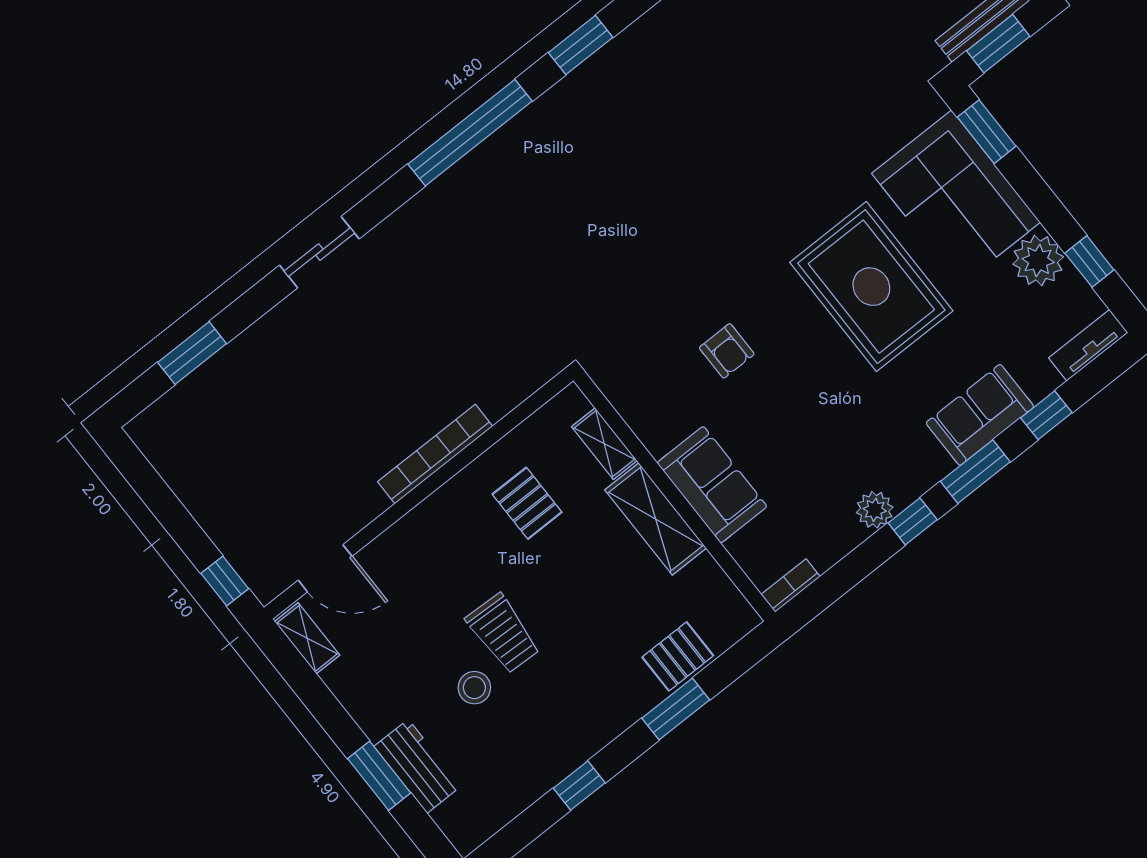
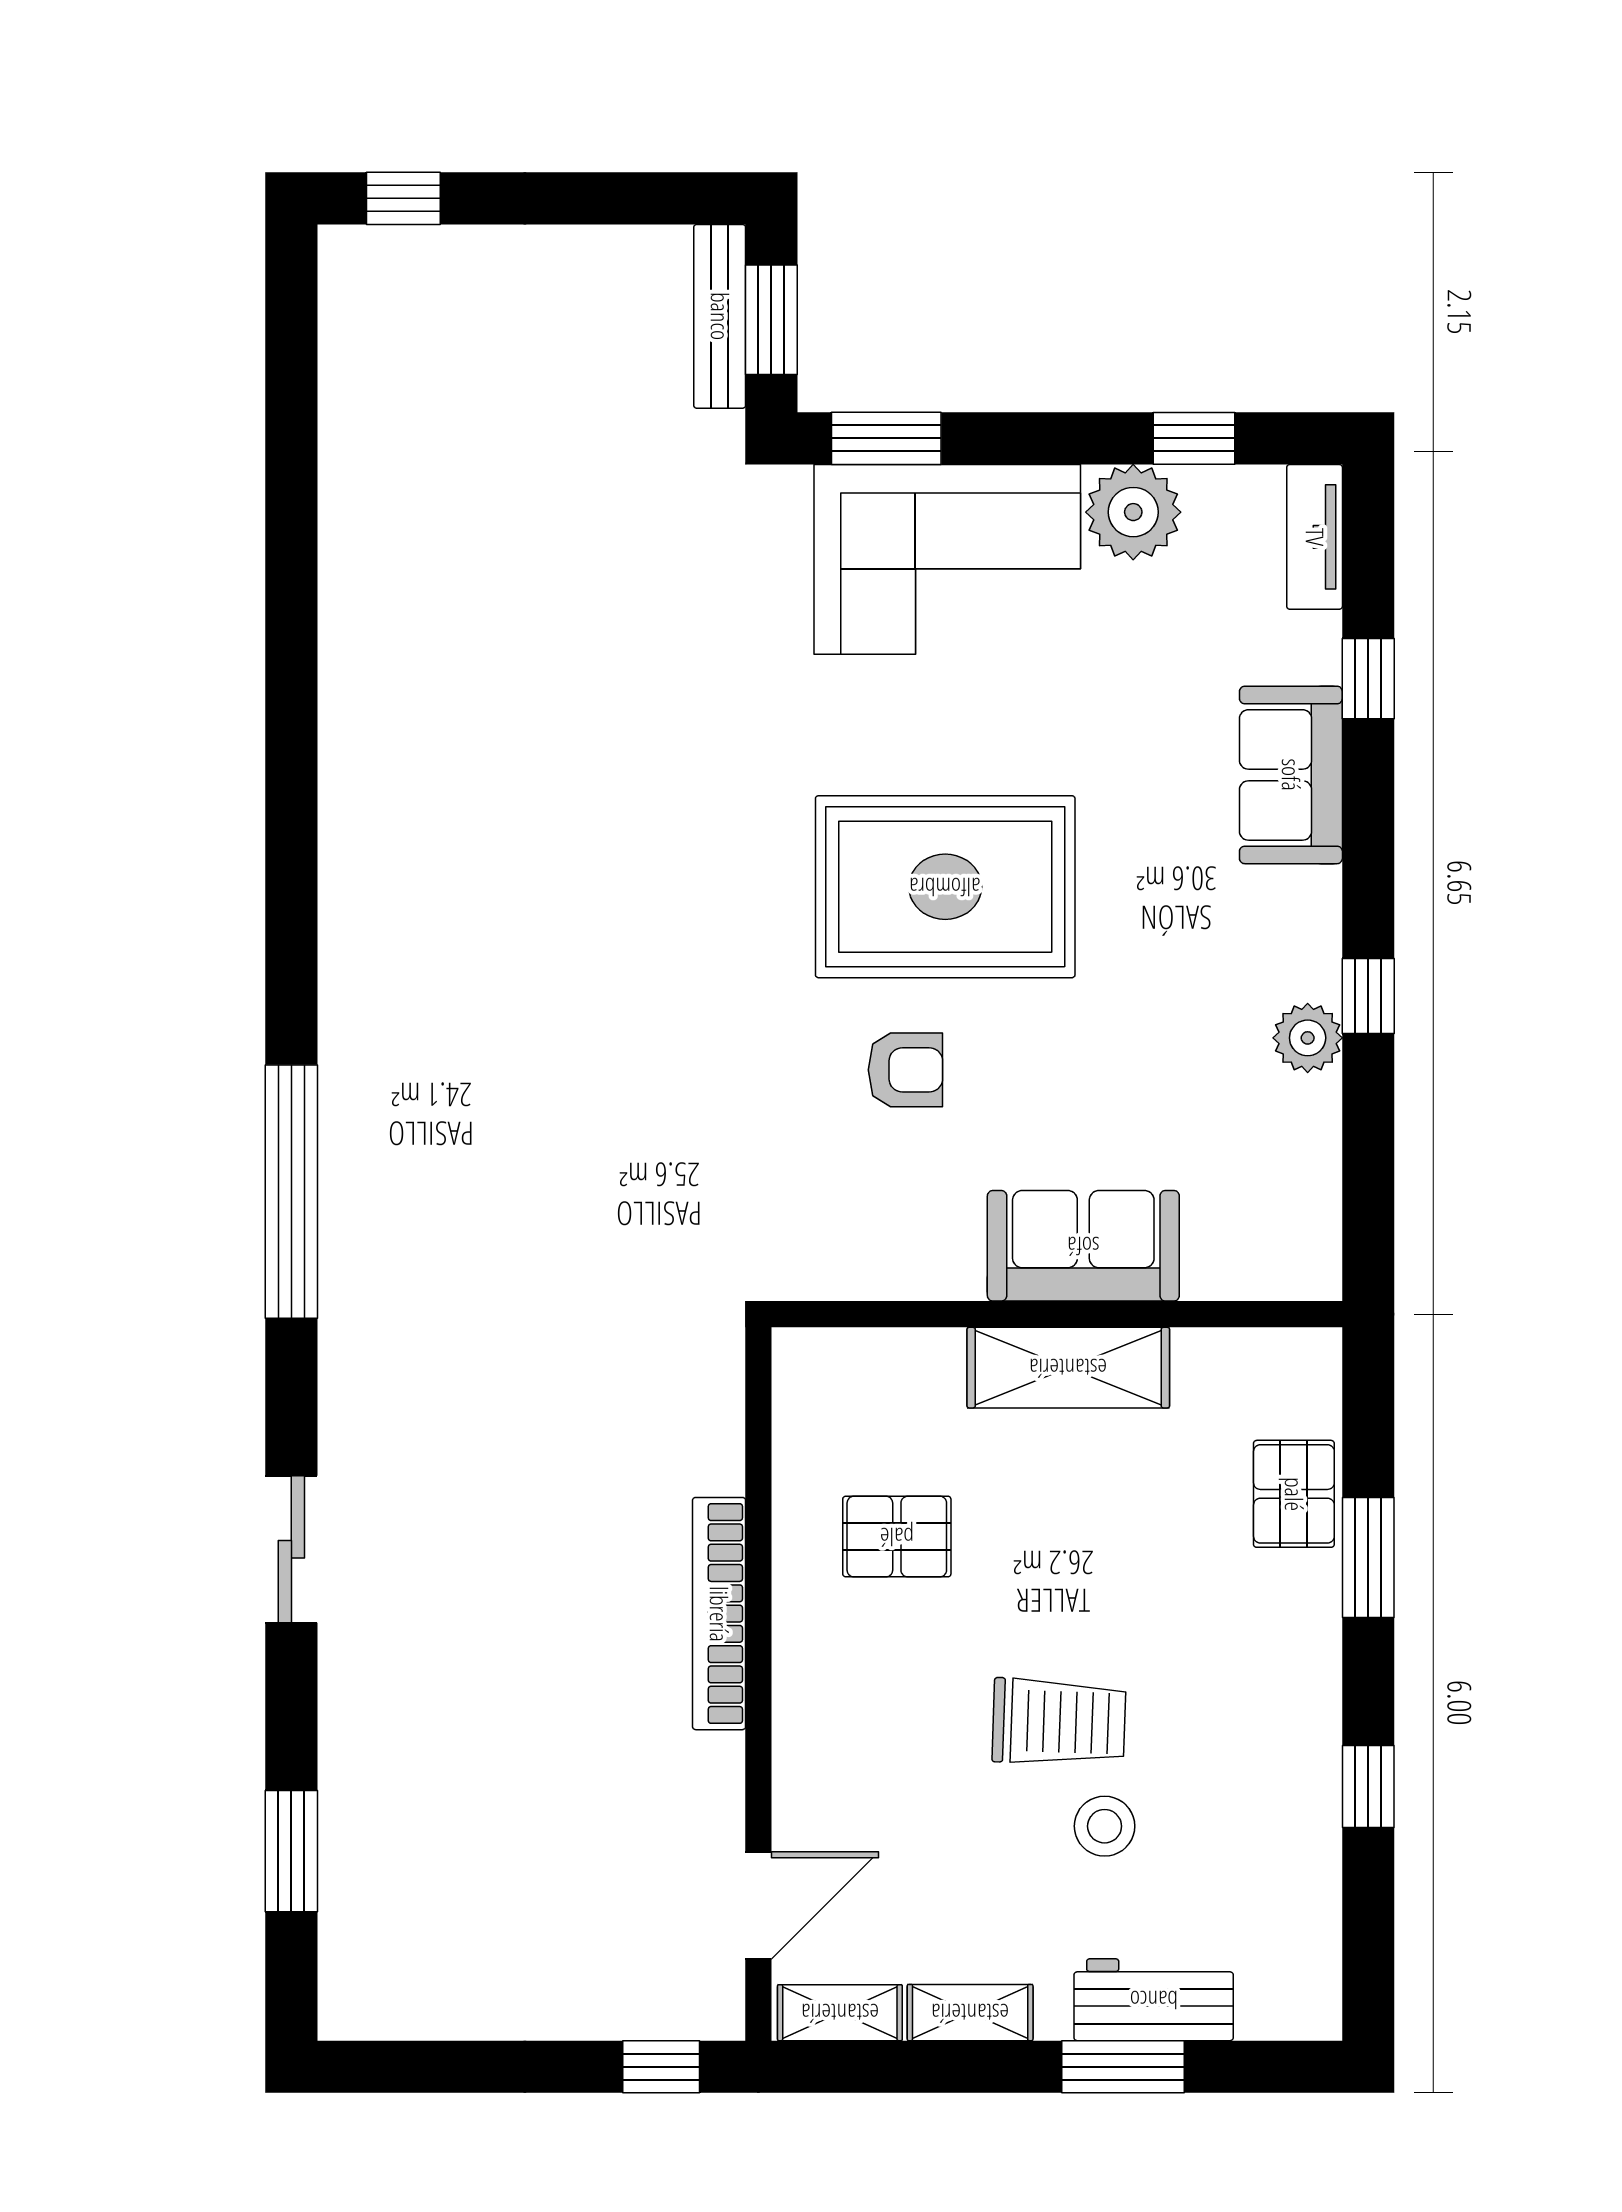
window: (581, 45) -> (291, 930), removed
rug: (871, 287) -> (945, 887), moved
shelving: (604, 444) -> (970, 2013), moved
window: (975, 472) -> (1368, 847), removed
bookcase: (791, 585) -> (1321, 1248), removed

